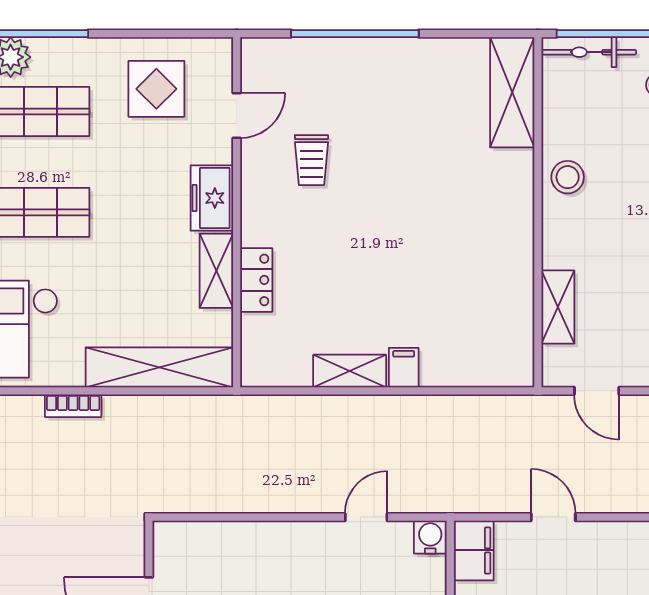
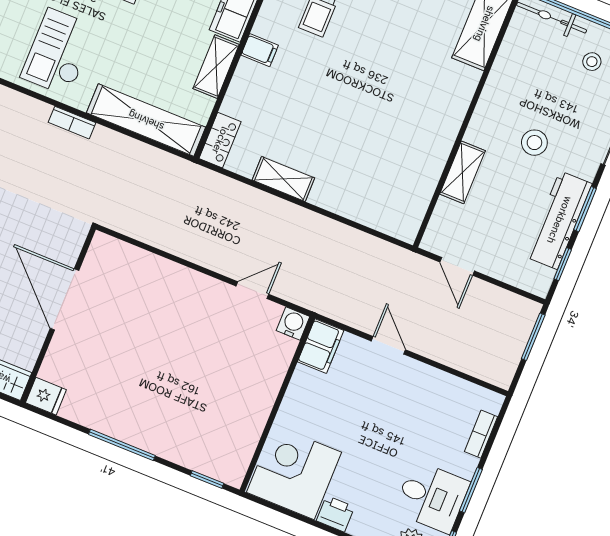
stool: (568, 177) -> (534, 143), moved
locker: (256, 280) -> (220, 140), moved
shelving: (558, 307) -> (462, 172), moved
filing cabinet: (404, 368) -> (260, 50), moved, turned 90

